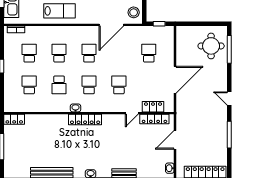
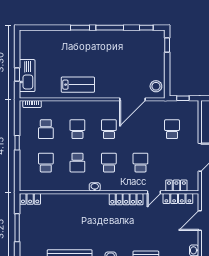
school desk: (29, 53) -> (46, 129), turned 180
locker: (85, 120) -> (126, 199), moved

